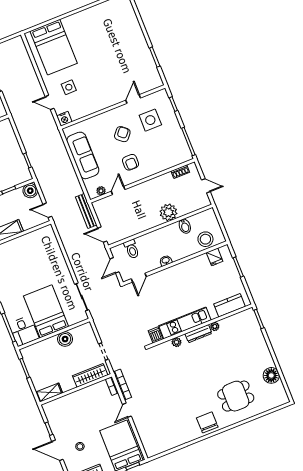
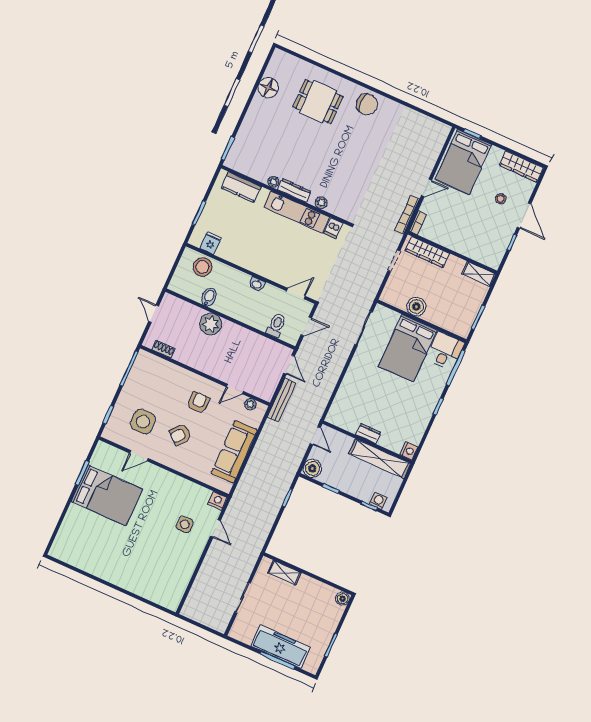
bed: (54, 47) -> (107, 495), moved, turned 90
dresser: (19, 242) -> (368, 434), added
chair: (207, 422) -> (367, 104), turned -90

